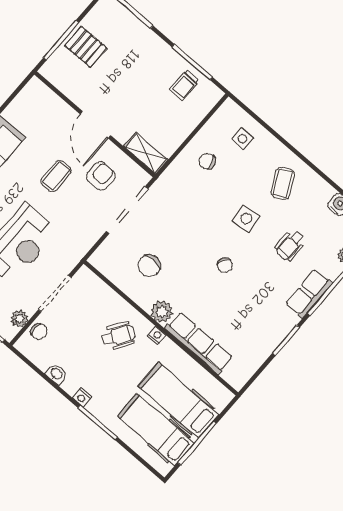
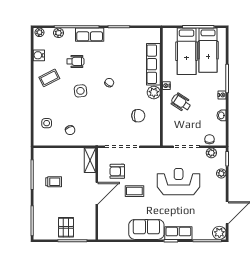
trolley: (184, 85) -> (54, 182), moved
coffee table: (283, 183) -> (49, 78), moved

